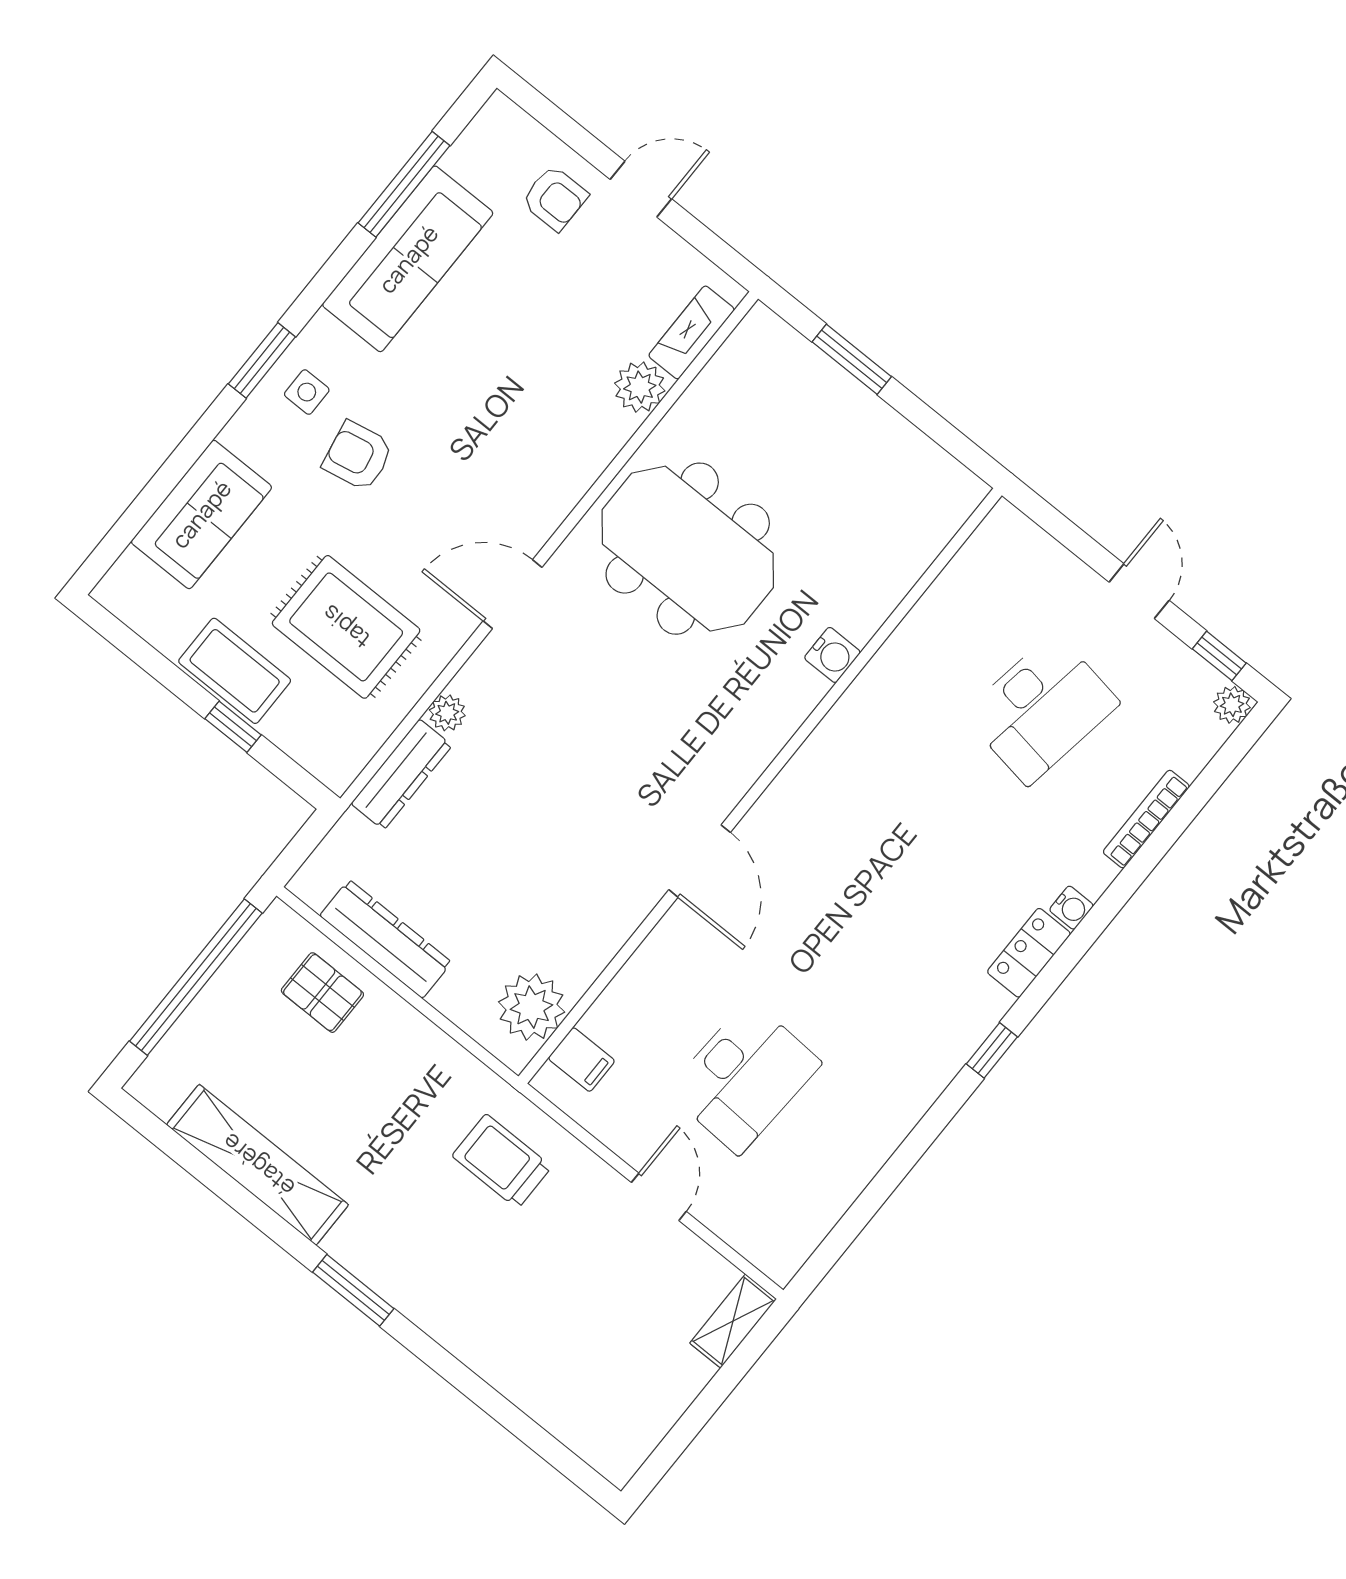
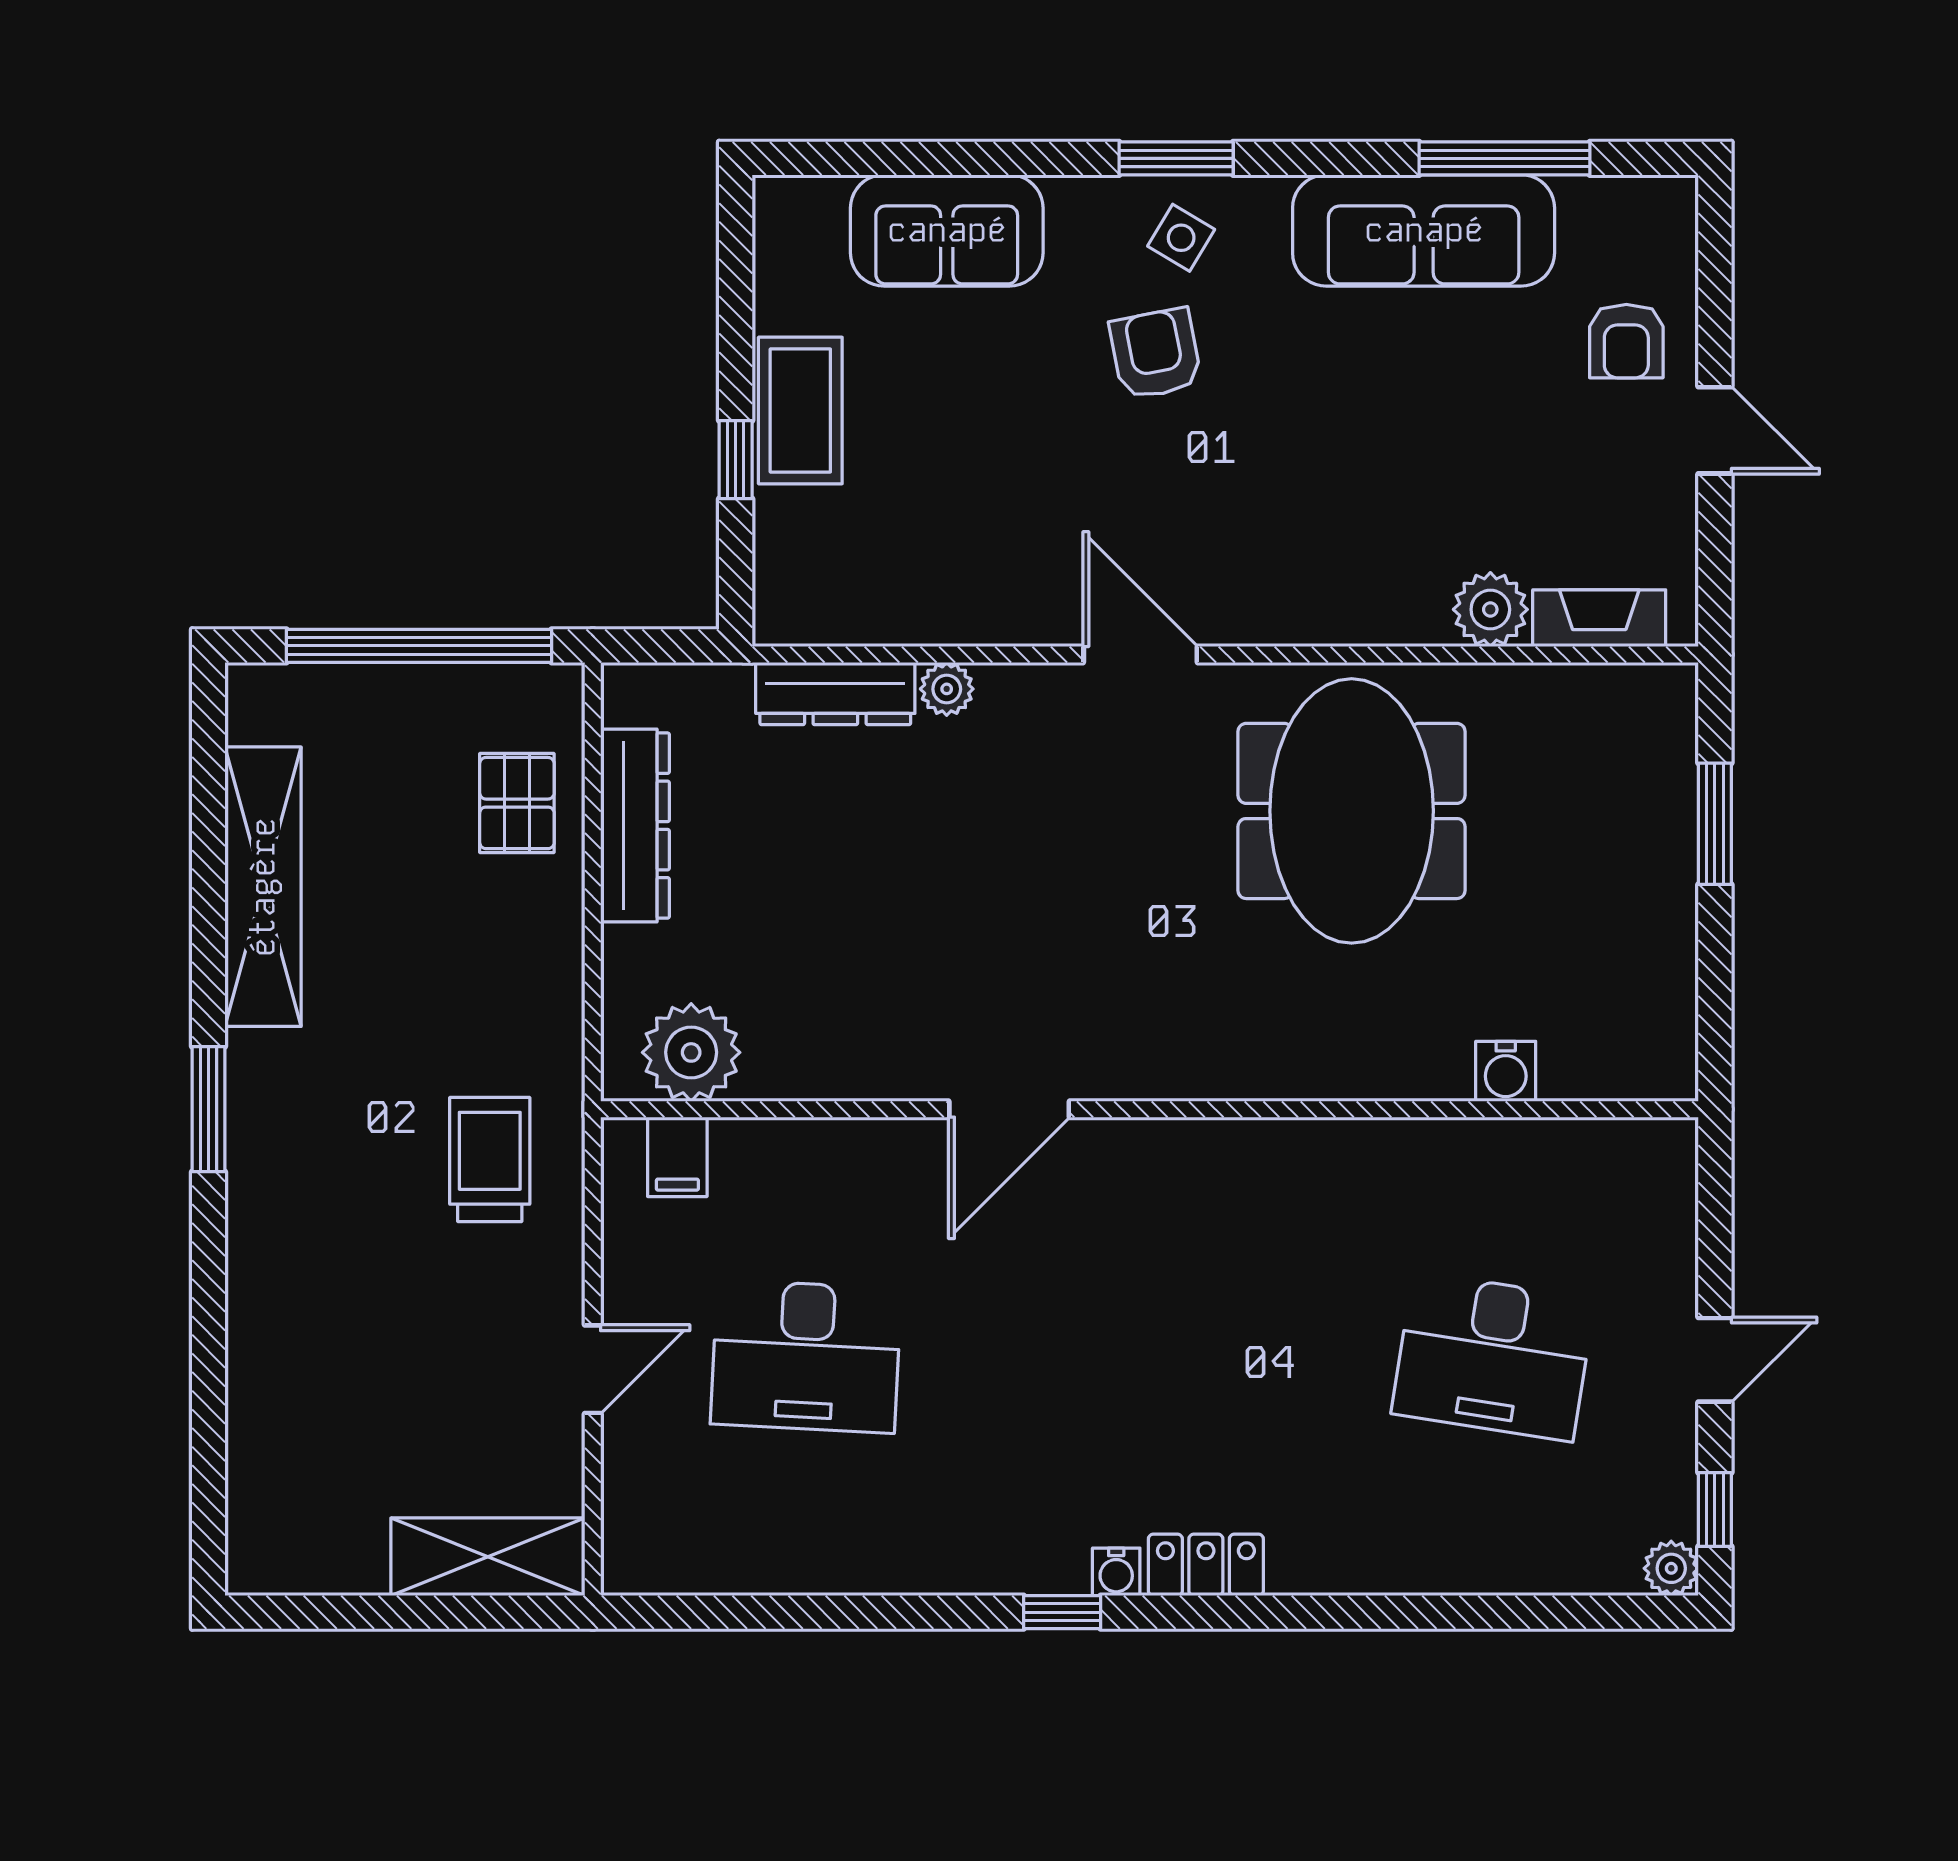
side table: (307, 392) -> (1181, 238), turned 31
rug: (346, 627) -> (952, 496), removed
water cooler: (832, 655) -> (1506, 1071), moved
bookcase: (1146, 819) -> (1464, 1576), removed
water cooler: (1071, 908) -> (1116, 1572), moved
shelving: (733, 1321) -> (488, 1557), width x1.50, depth x1.33

